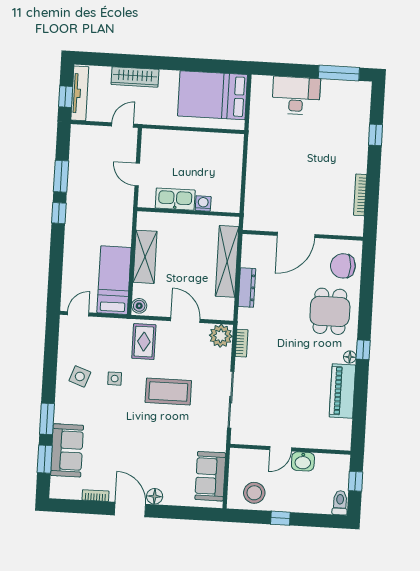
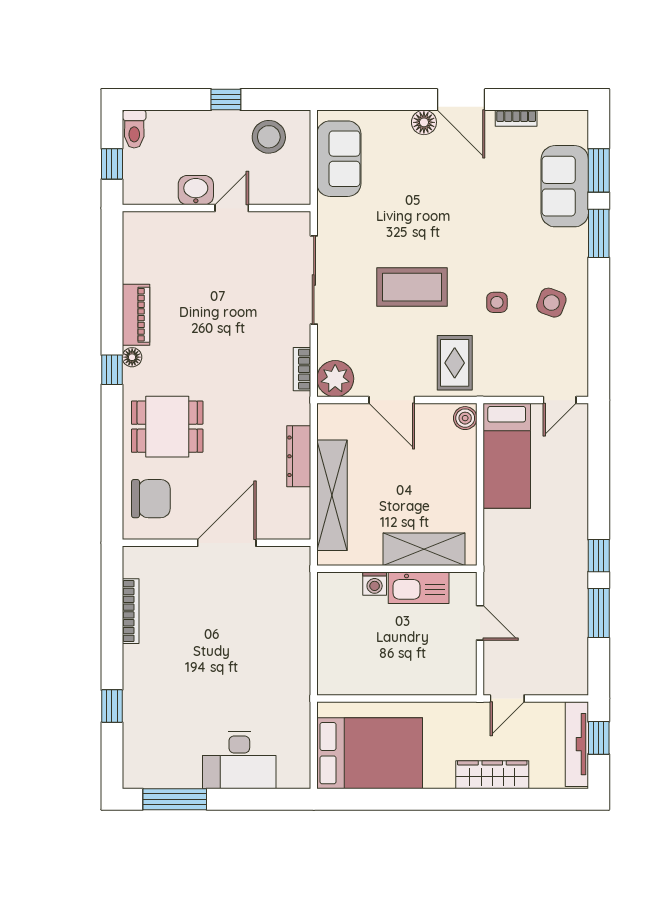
shelving: (145, 257) -> (424, 549), moved, turned 90
dining table: (330, 311) -> (167, 427), turned 90
piano: (342, 391) -> (136, 315), width x0.73, depth x0.75

